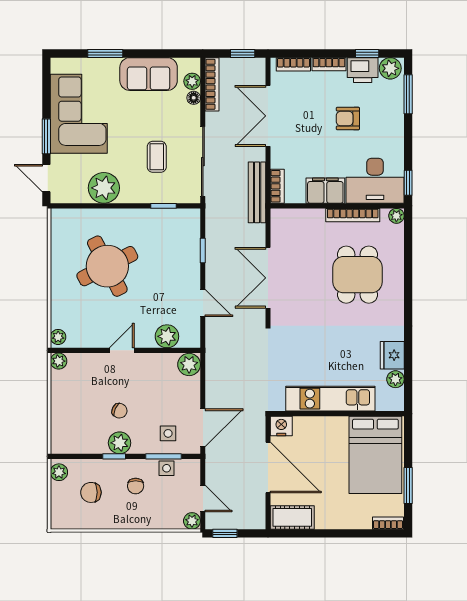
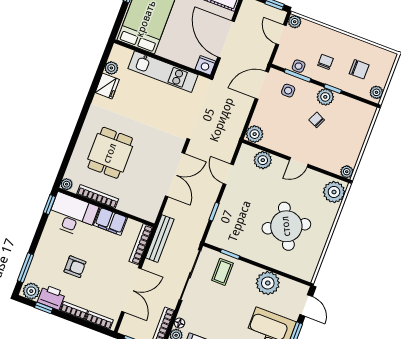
coffee table: (157, 157) -> (222, 272), moved
bookcase: (277, 186) -> (141, 244), width x1.56
plant: (58, 337) -> (334, 192), width x1.87, depth x1.87

